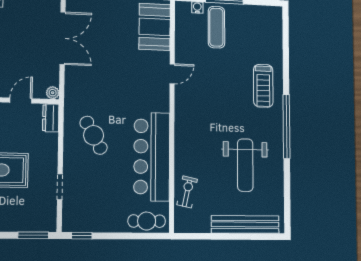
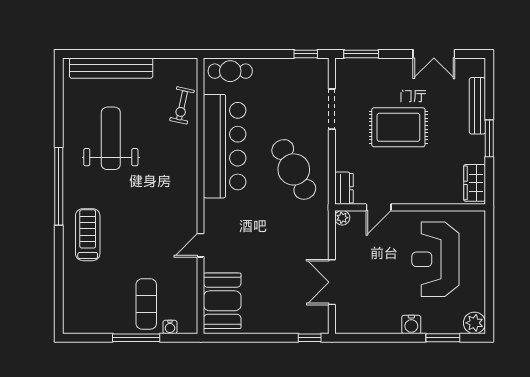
double door: (63, 38) -> (332, 282), width x0.73
cafe table: (94, 135) -> (294, 169), width x1.37, depth x1.35
doorway: (60, 187) -> (332, 109), width x1.38

